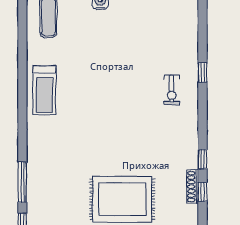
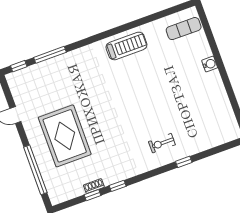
treadmill: (44, 90) -> (126, 46), turned 180
shoe rack: (193, 187) -> (94, 186), width x0.70

